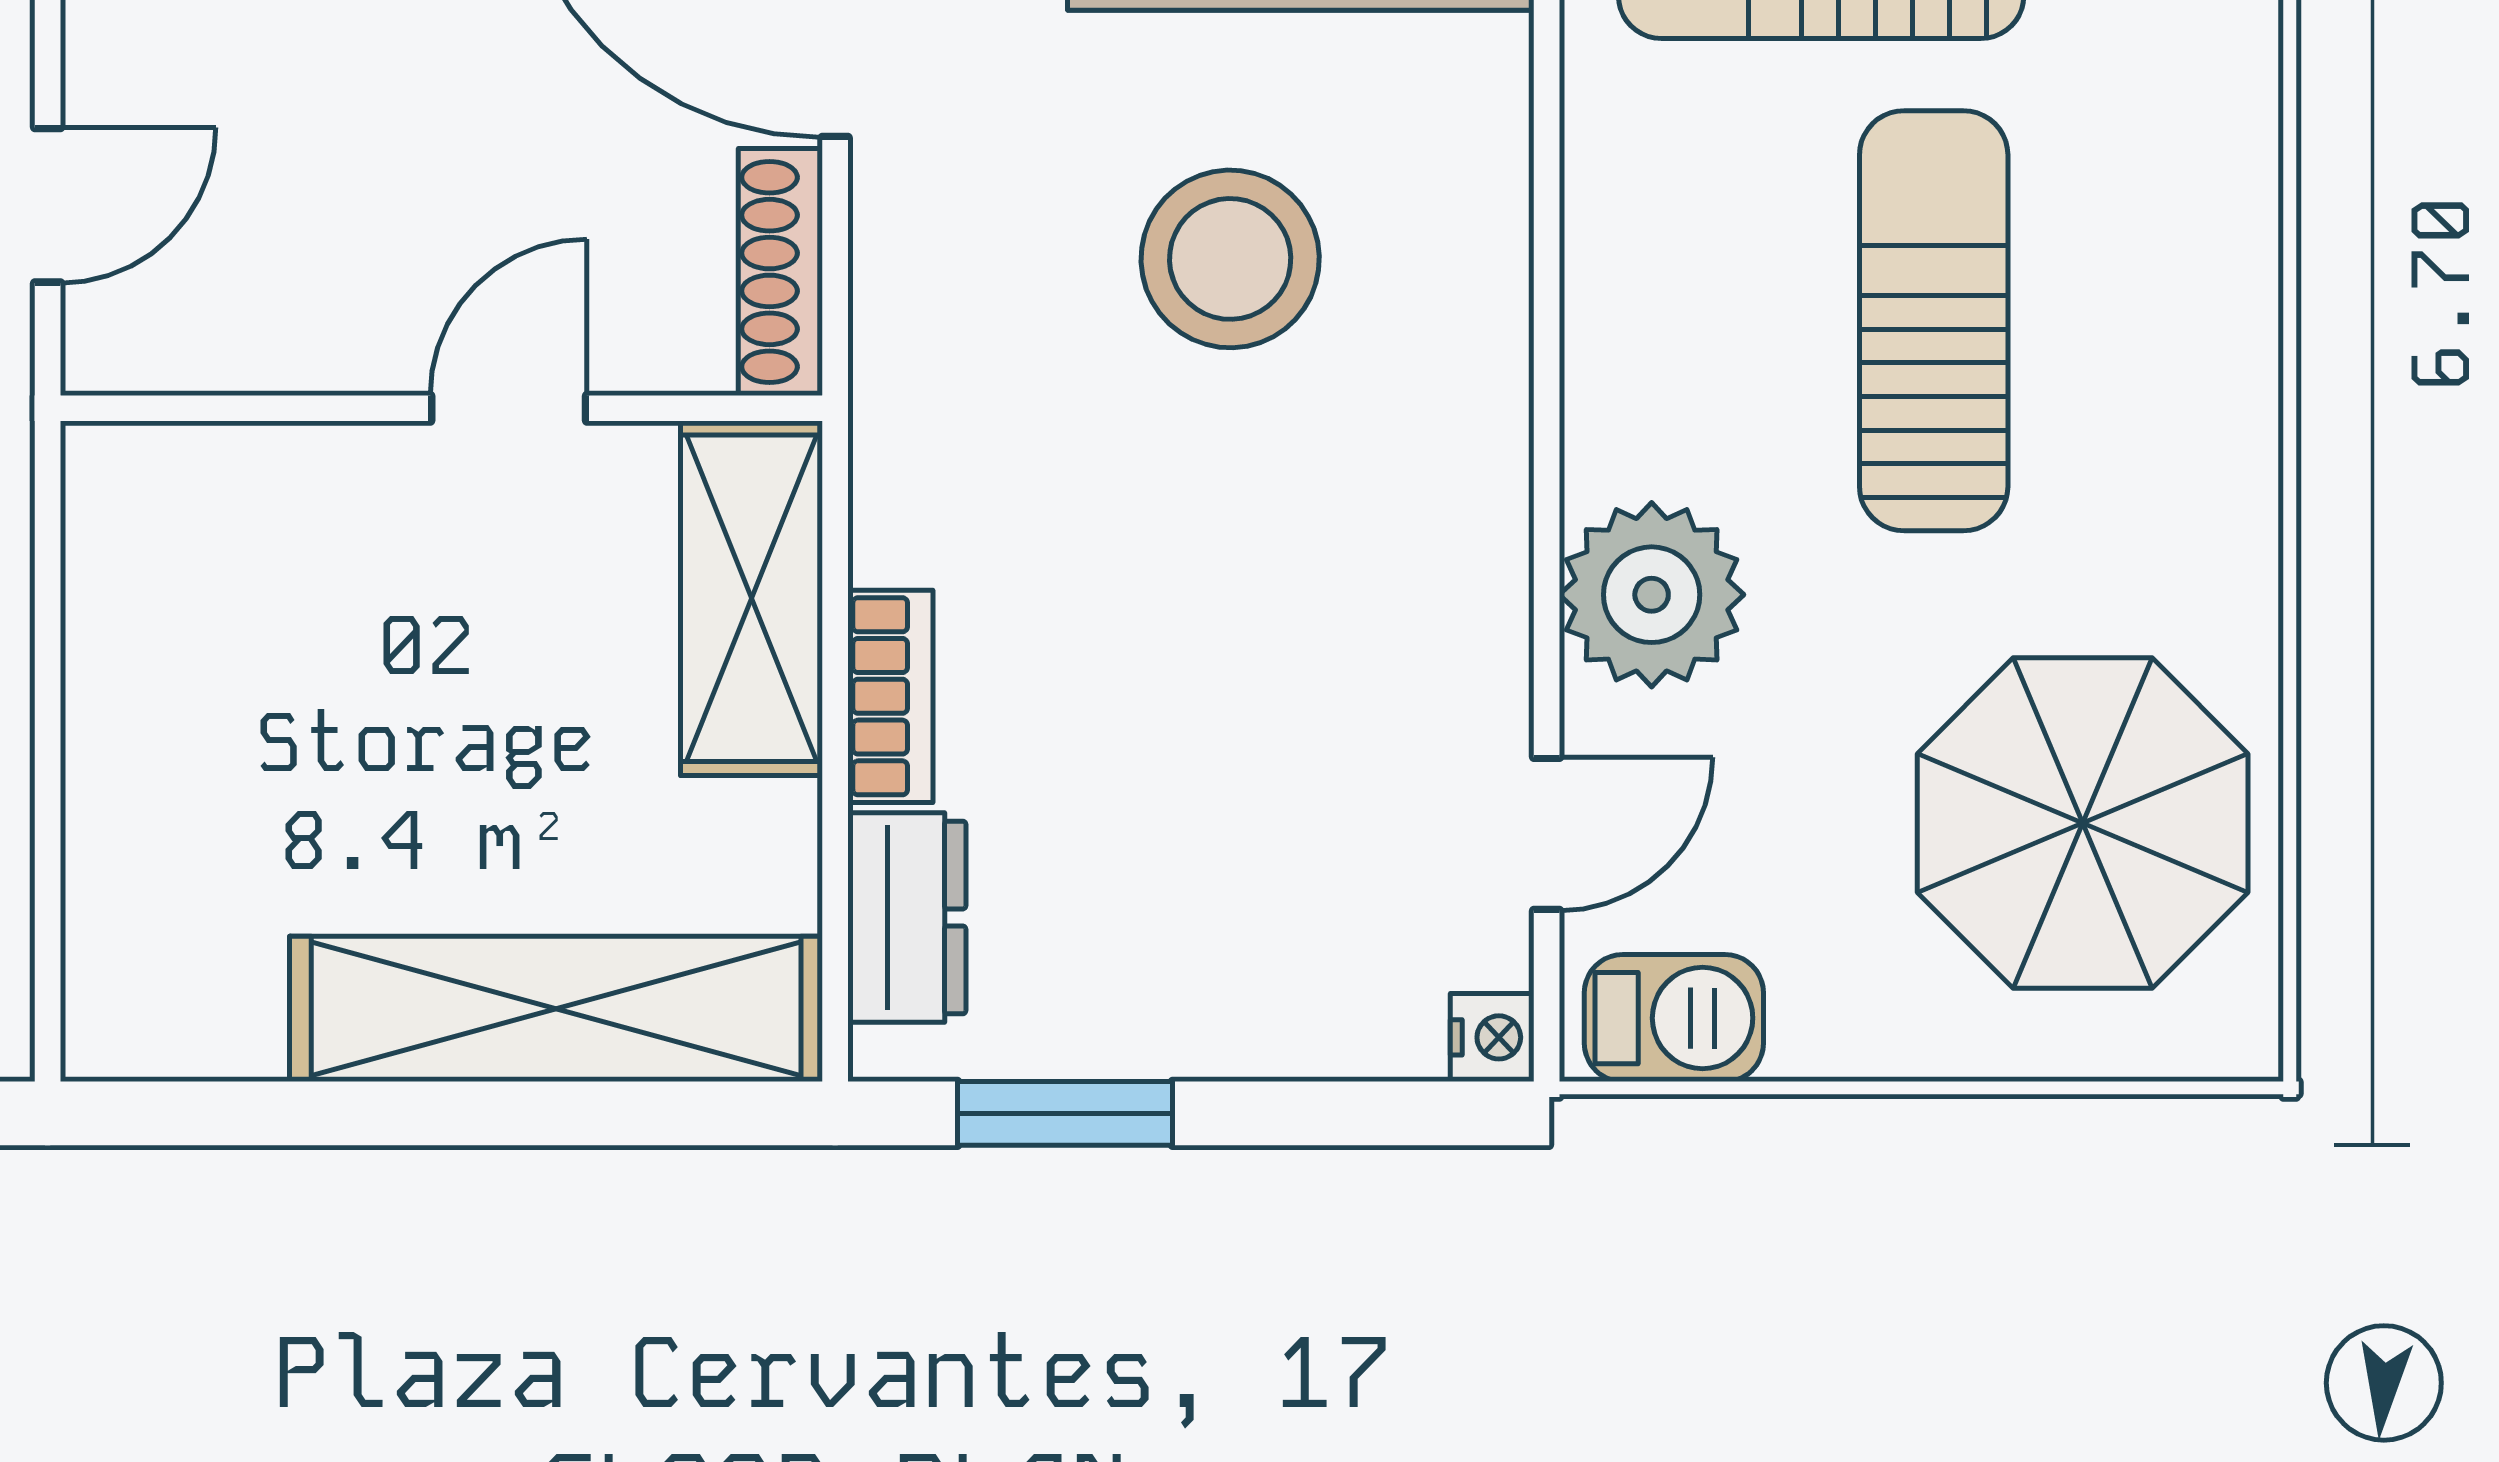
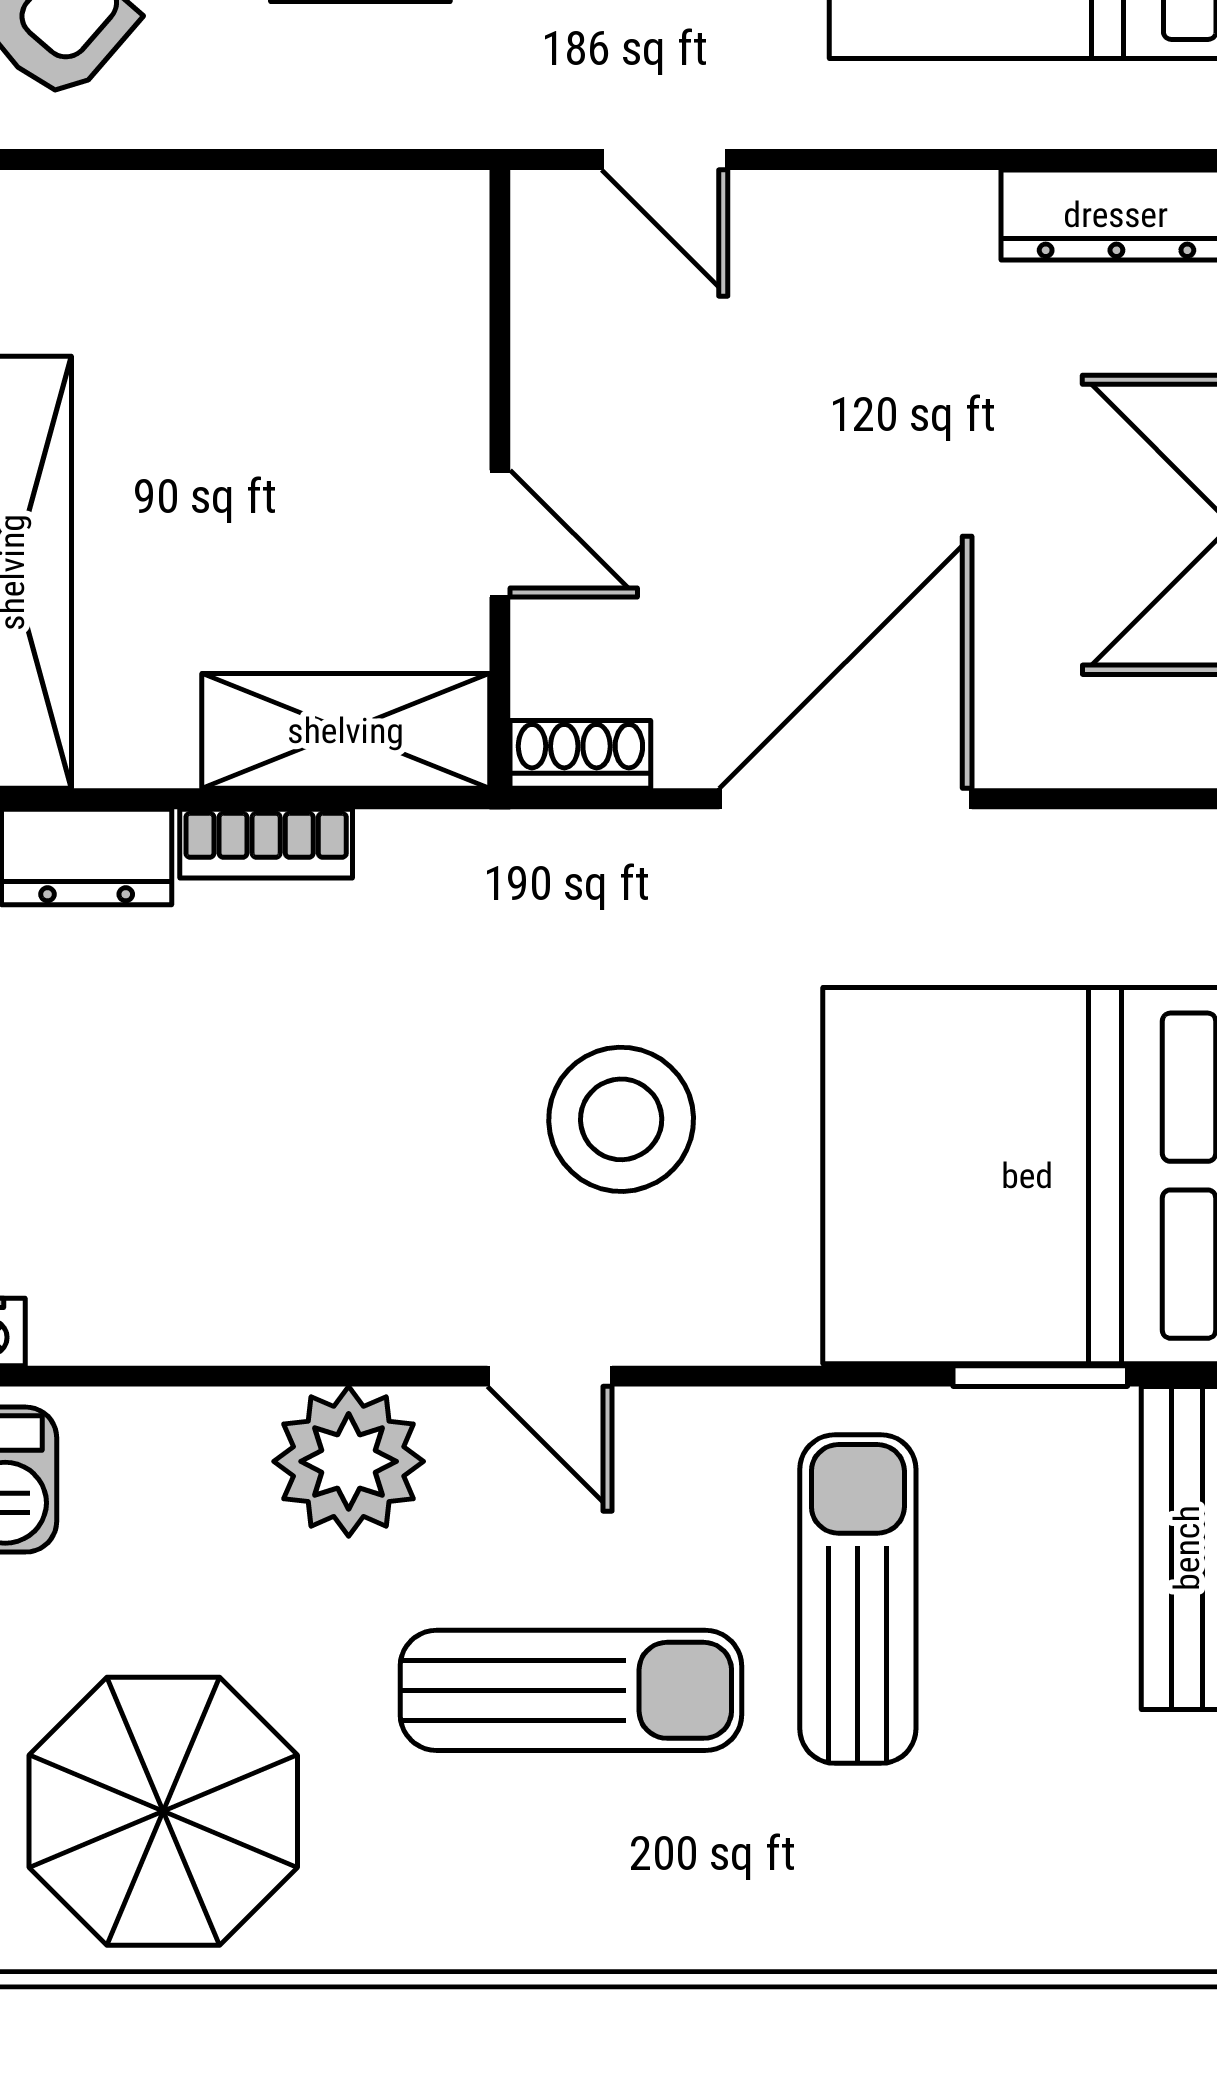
shoe rack: (780, 272) -> (580, 754), width x0.70
door: (1547, 834) -> (550, 1376), moved

